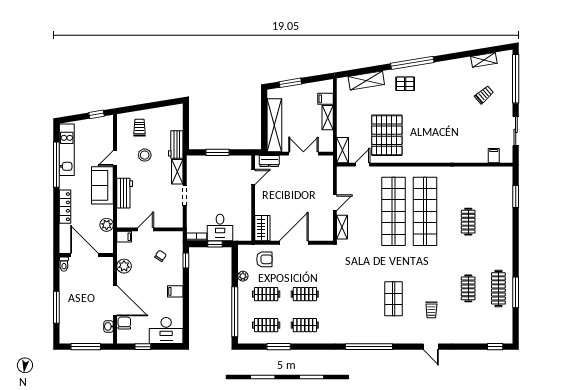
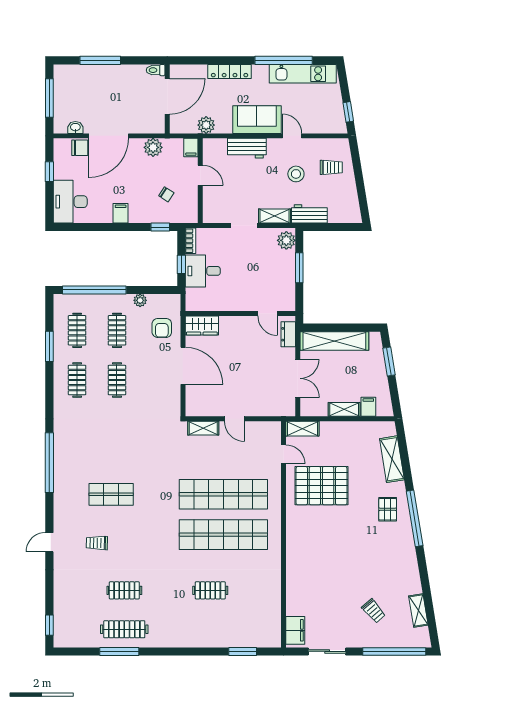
filing cabinet: (494, 156) -> (295, 630), width x2.00
plant: (196, 163) -> (286, 240), added

